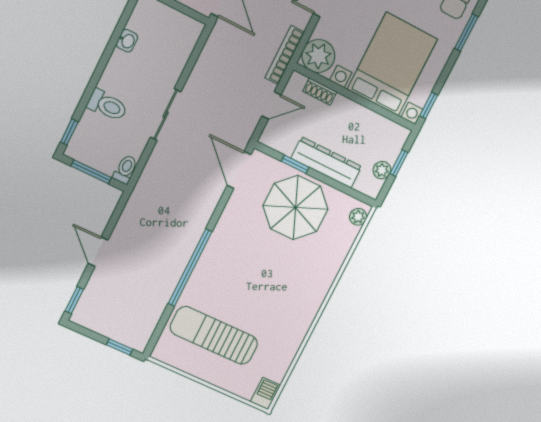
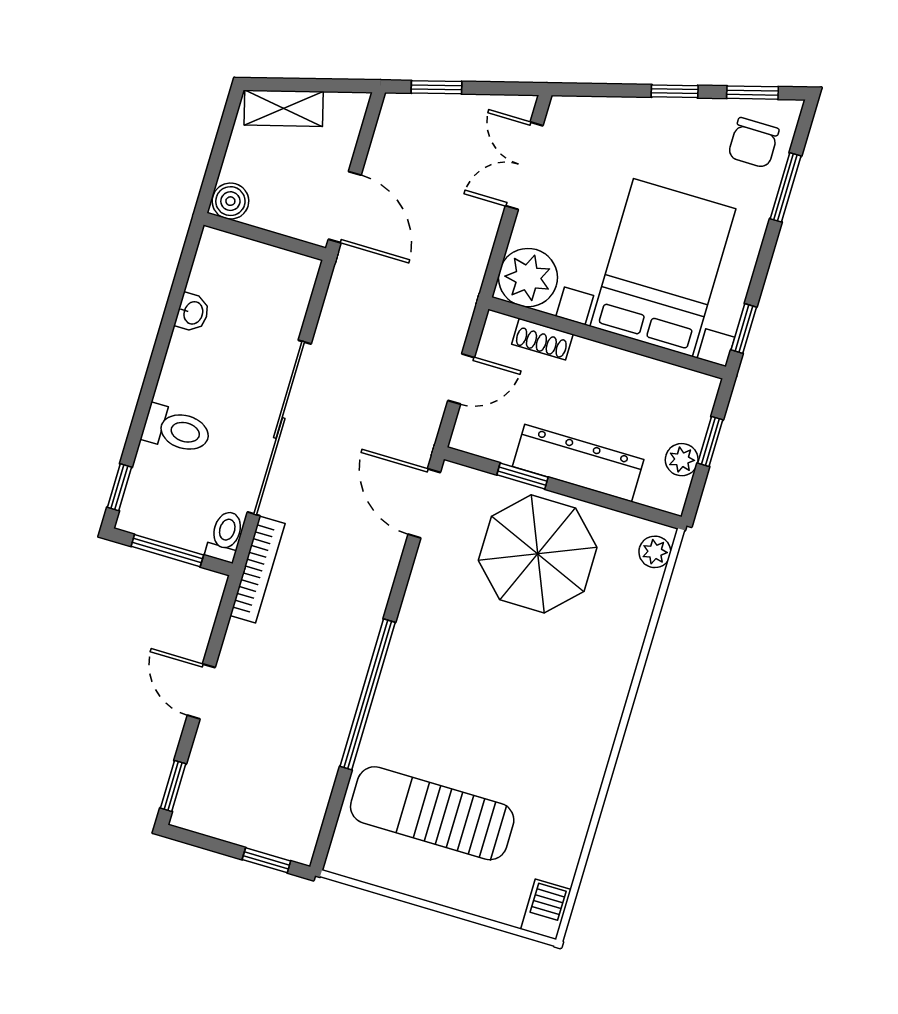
bookcase: (285, 55) -> (257, 570), moved, turned 180
sliding door: (166, 115) -> (279, 428), width x1.86

